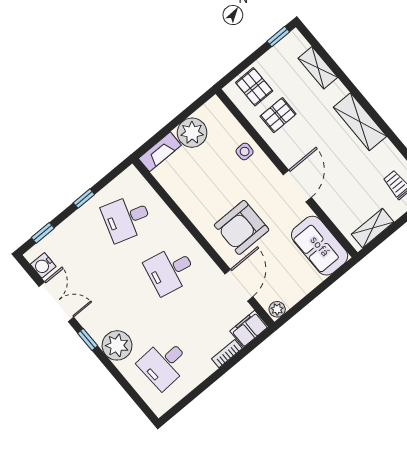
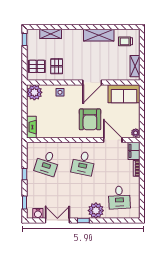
shelving: (360, 122) -> (99, 35), moved
plant: (192, 133) -> (34, 92), moved
door: (297, 186) -> (92, 83), swing flipped

